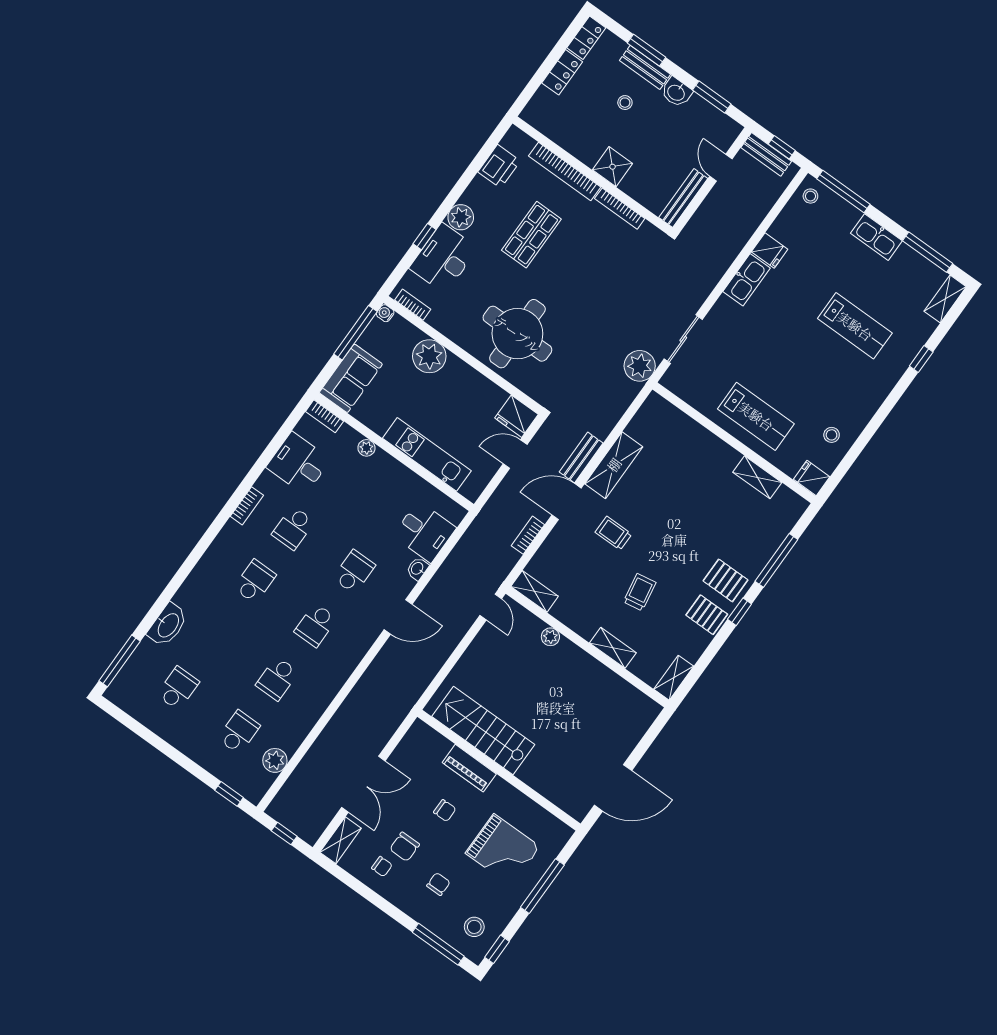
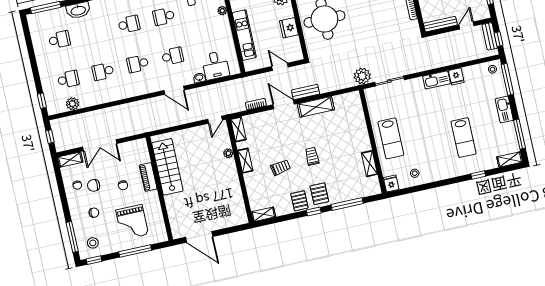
fridge: (517, 416) -> (289, 28), moved
trolley: (613, 533) -> (312, 156), moved
shelving: (613, 648) -> (245, 161), moved

